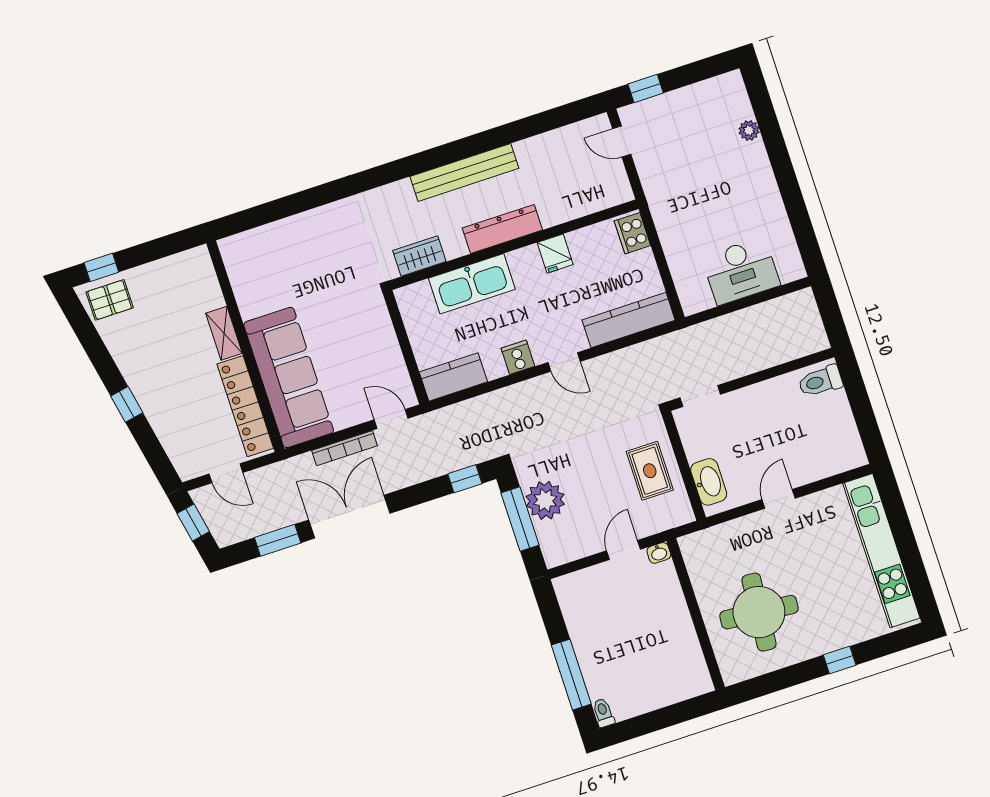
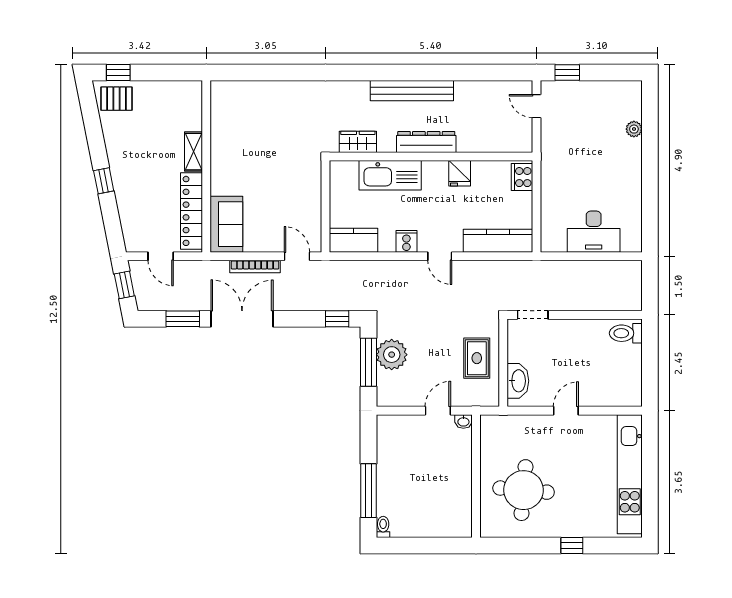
sofa: (289, 377) -> (226, 224), width x0.54, depth x0.79

